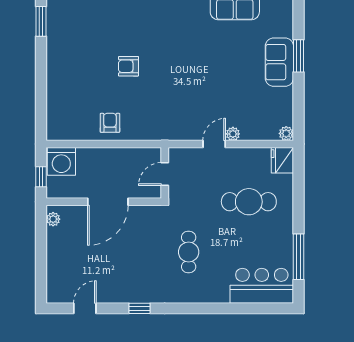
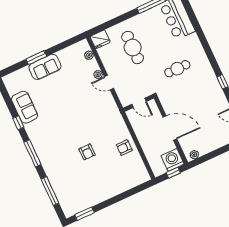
plant: (286, 133) -> (89, 55), moved
washing machine: (61, 161) -> (173, 160), moved, turned -90

